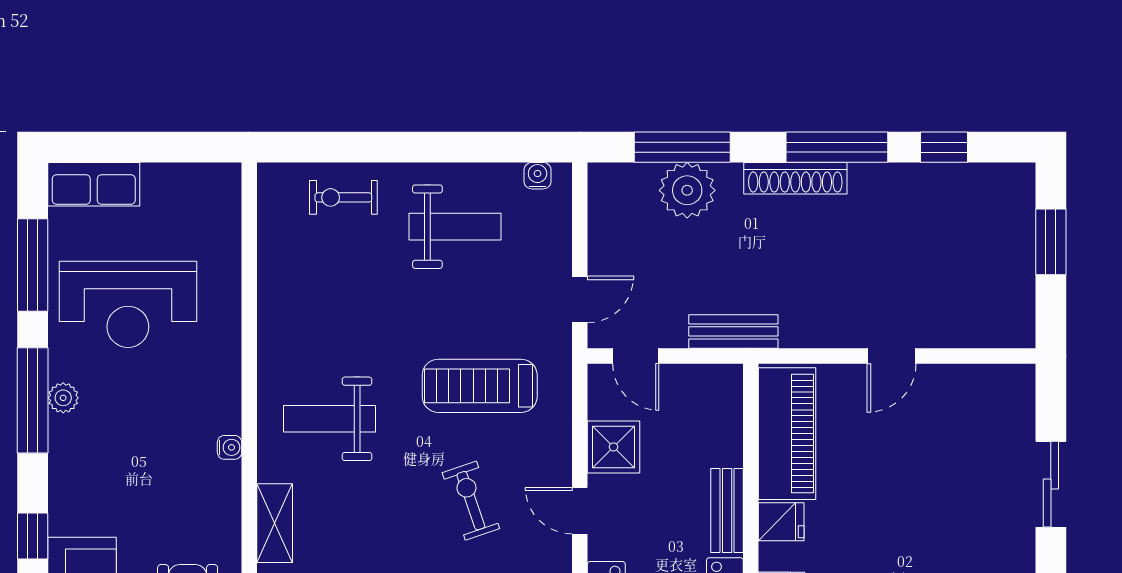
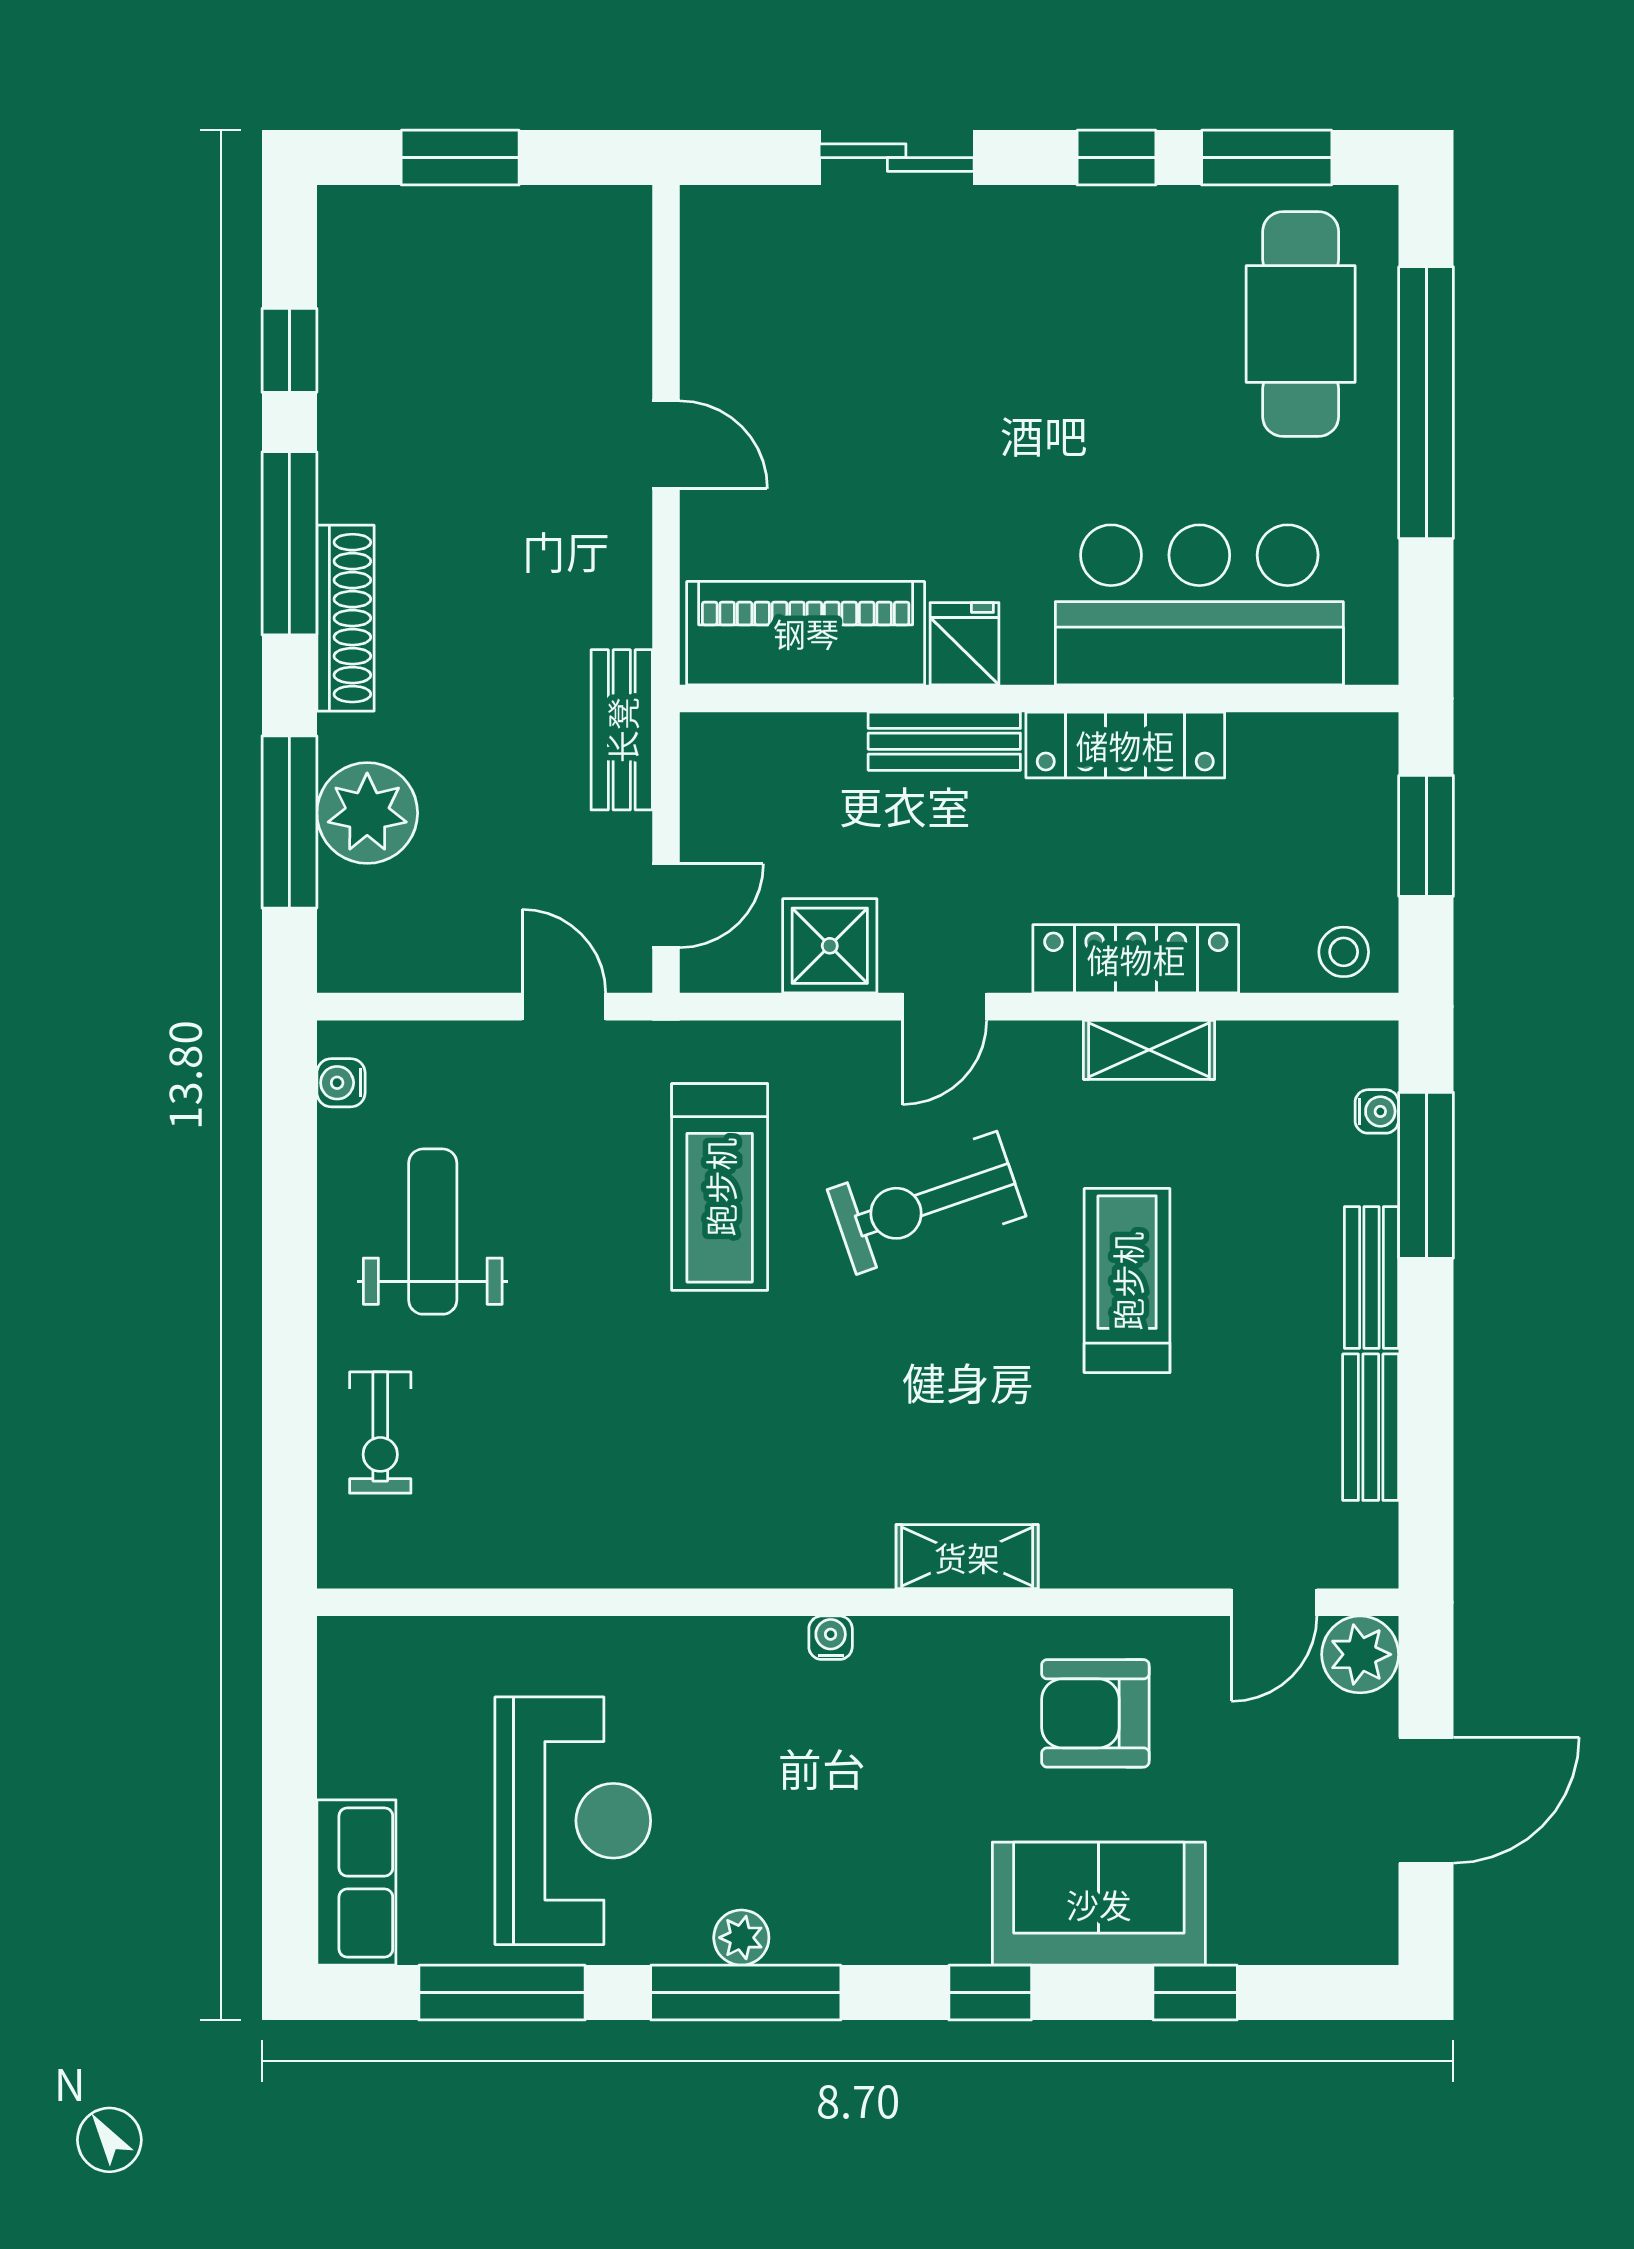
weight bench: (330, 419) -> (779, 1458), removed
exercise bike: (471, 501) -> (927, 1203), width x1.38, depth x1.39

